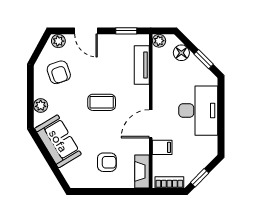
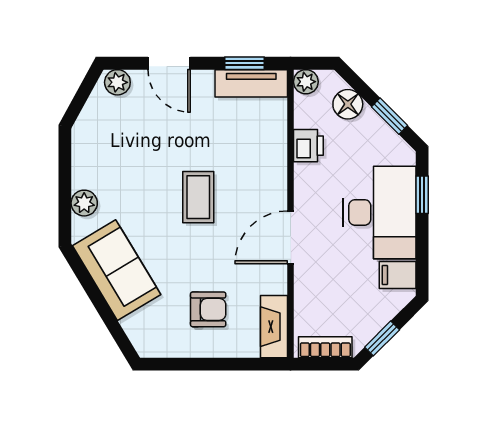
tv unit: (142, 65) -> (251, 83), moved, turned -90
armchair: (59, 72) -> (118, 141), removed
printer: (160, 75) -> (308, 146), added
window: (221, 101) -> (422, 195), added
coffee table: (102, 102) -> (198, 197), turned 90
filing cabinet: (162, 147) -> (398, 275), moved, turned 180

